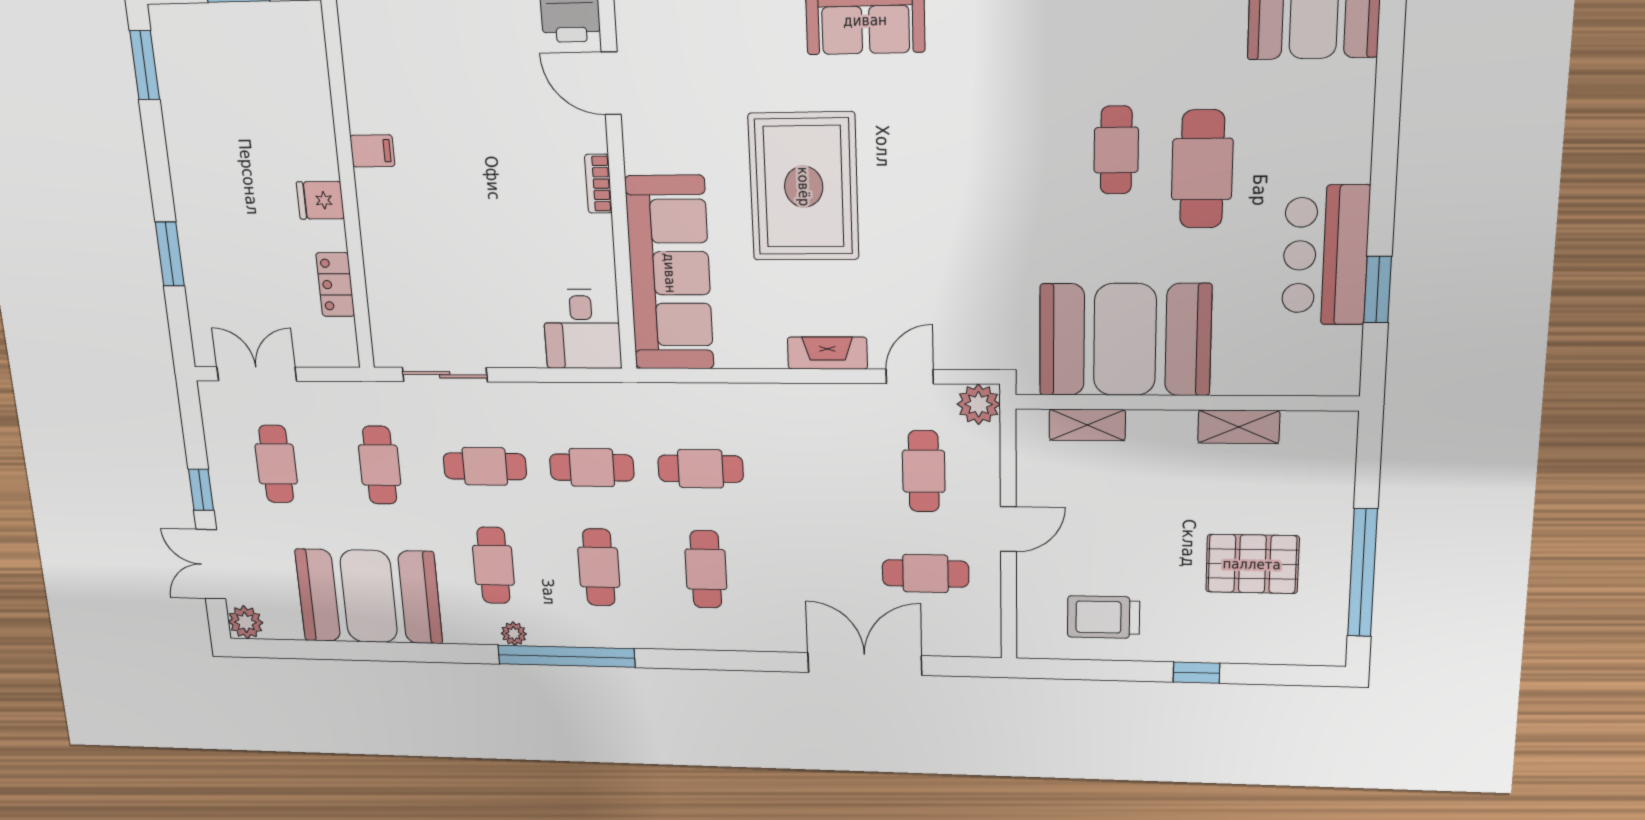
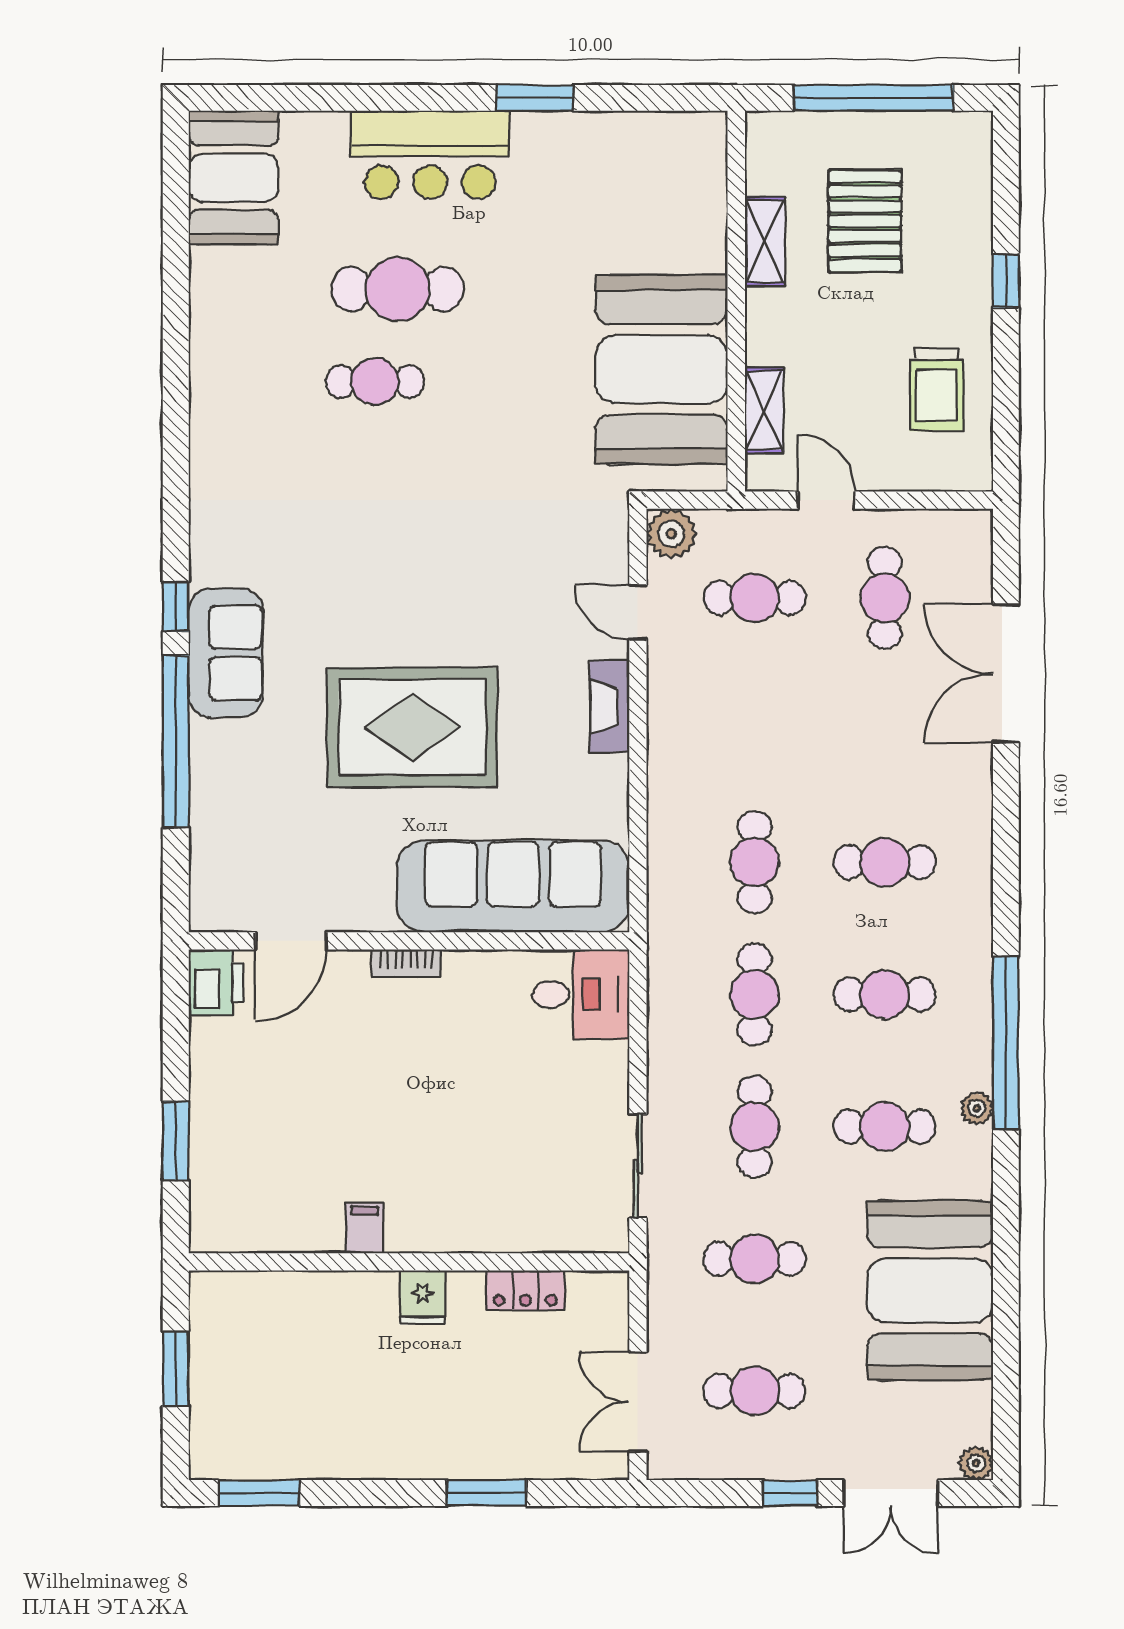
bar counter: (1325, 255) -> (430, 155), moved
booth: (1125, 340) -> (661, 369), moved
wall: (1185, 403) -> (736, 301), moved
shelving: (1087, 425) -> (764, 410), moved
shelving: (1239, 427) -> (765, 241), moved
plant: (246, 622) -> (976, 1463), width x0.73, depth x0.73

